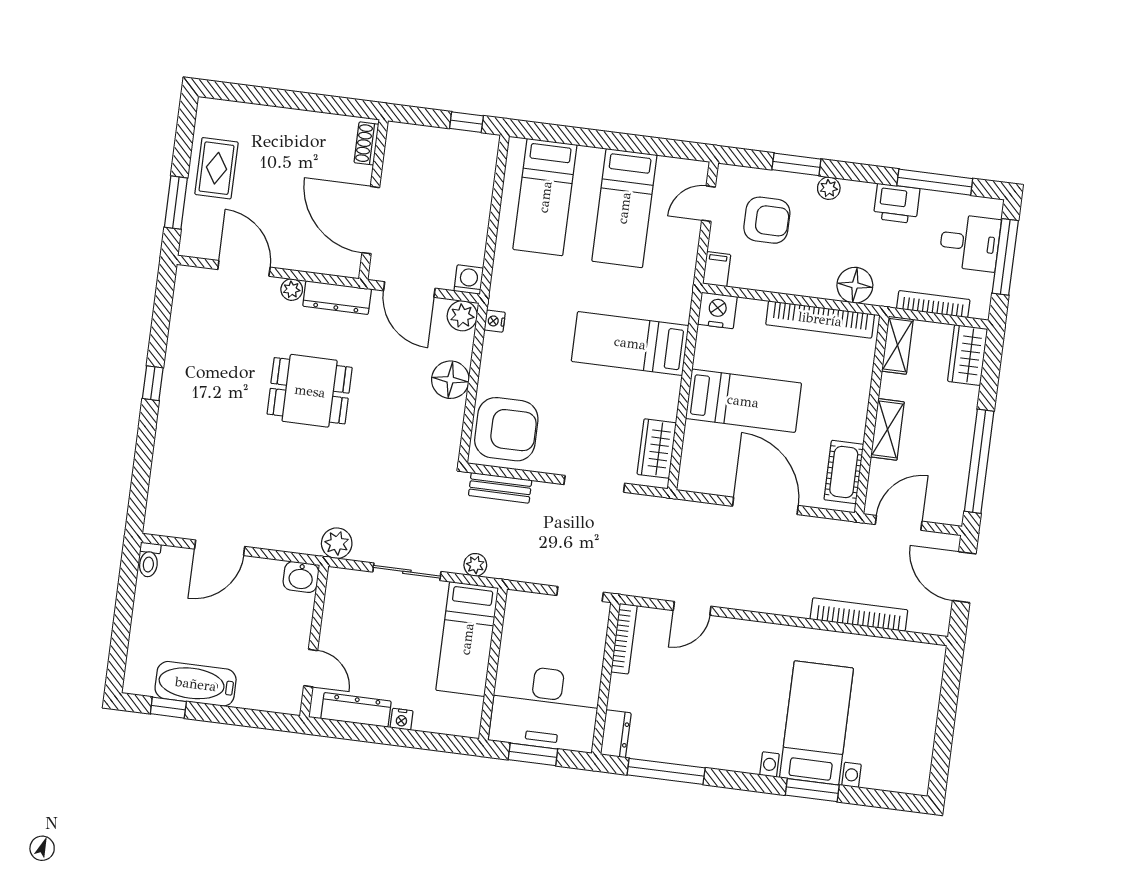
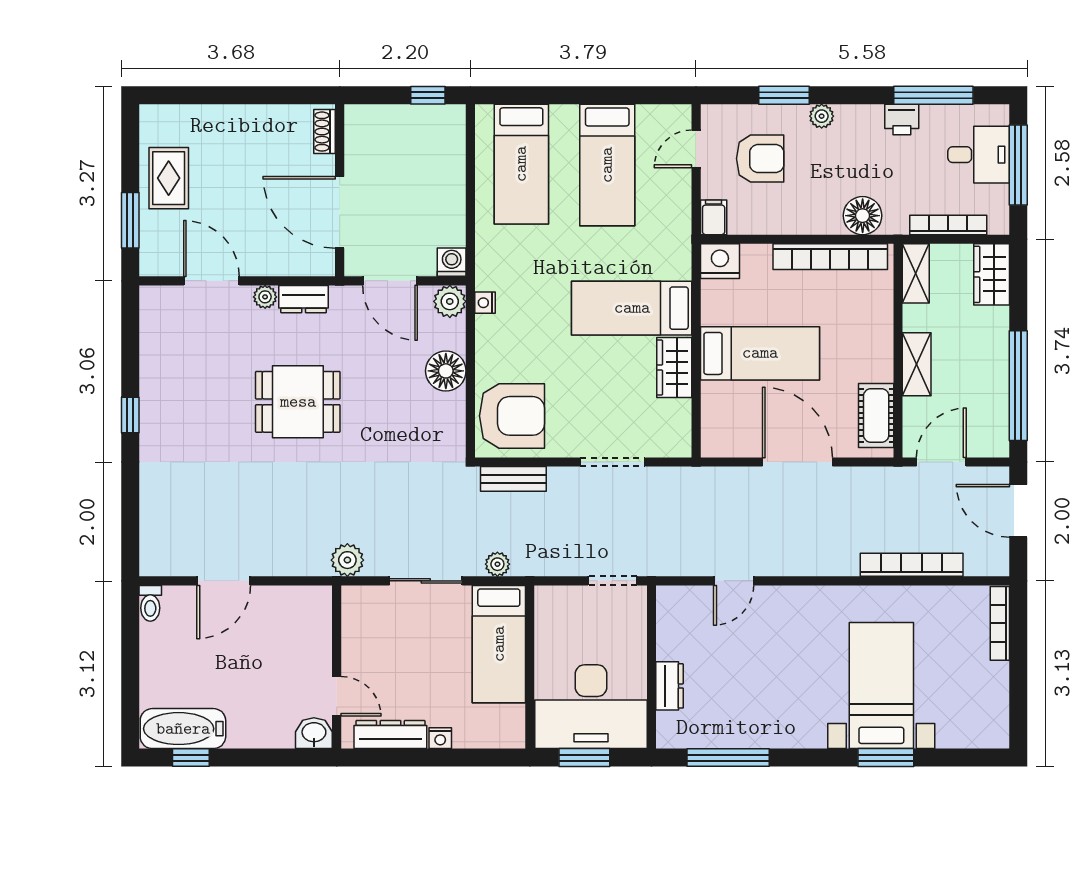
printer: (897, 204) -> (902, 119), width x0.73, depth x0.81
dresser: (337, 298) -> (304, 299), width x0.70
wardrobe: (657, 449) -> (674, 367), moved
washbasin: (301, 577) -> (314, 733), moved, turned 180
bookcase: (624, 639) -> (1000, 623), moved, turned 180
bathtub: (196, 684) -> (183, 729), moved
dresser: (616, 734) -> (670, 686), moved

